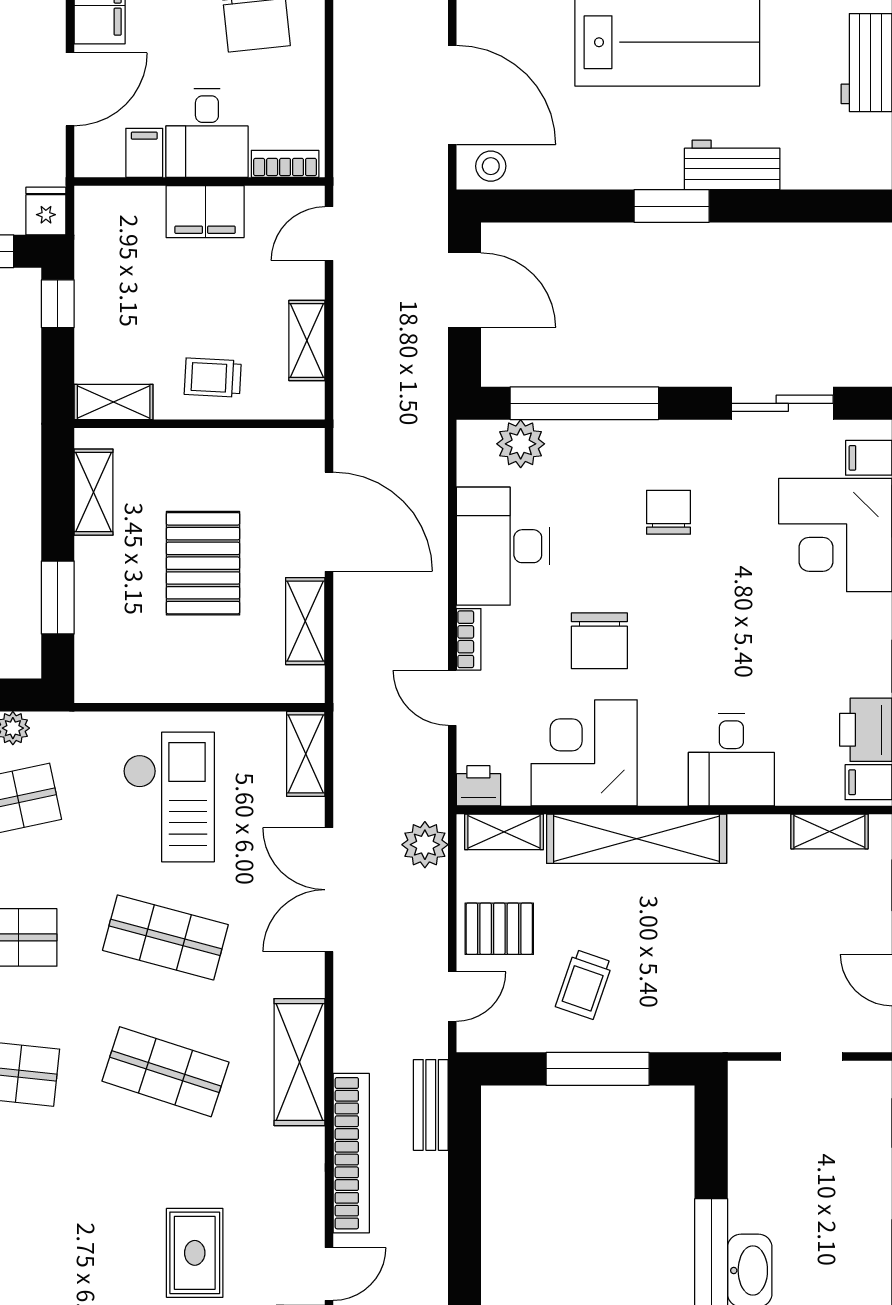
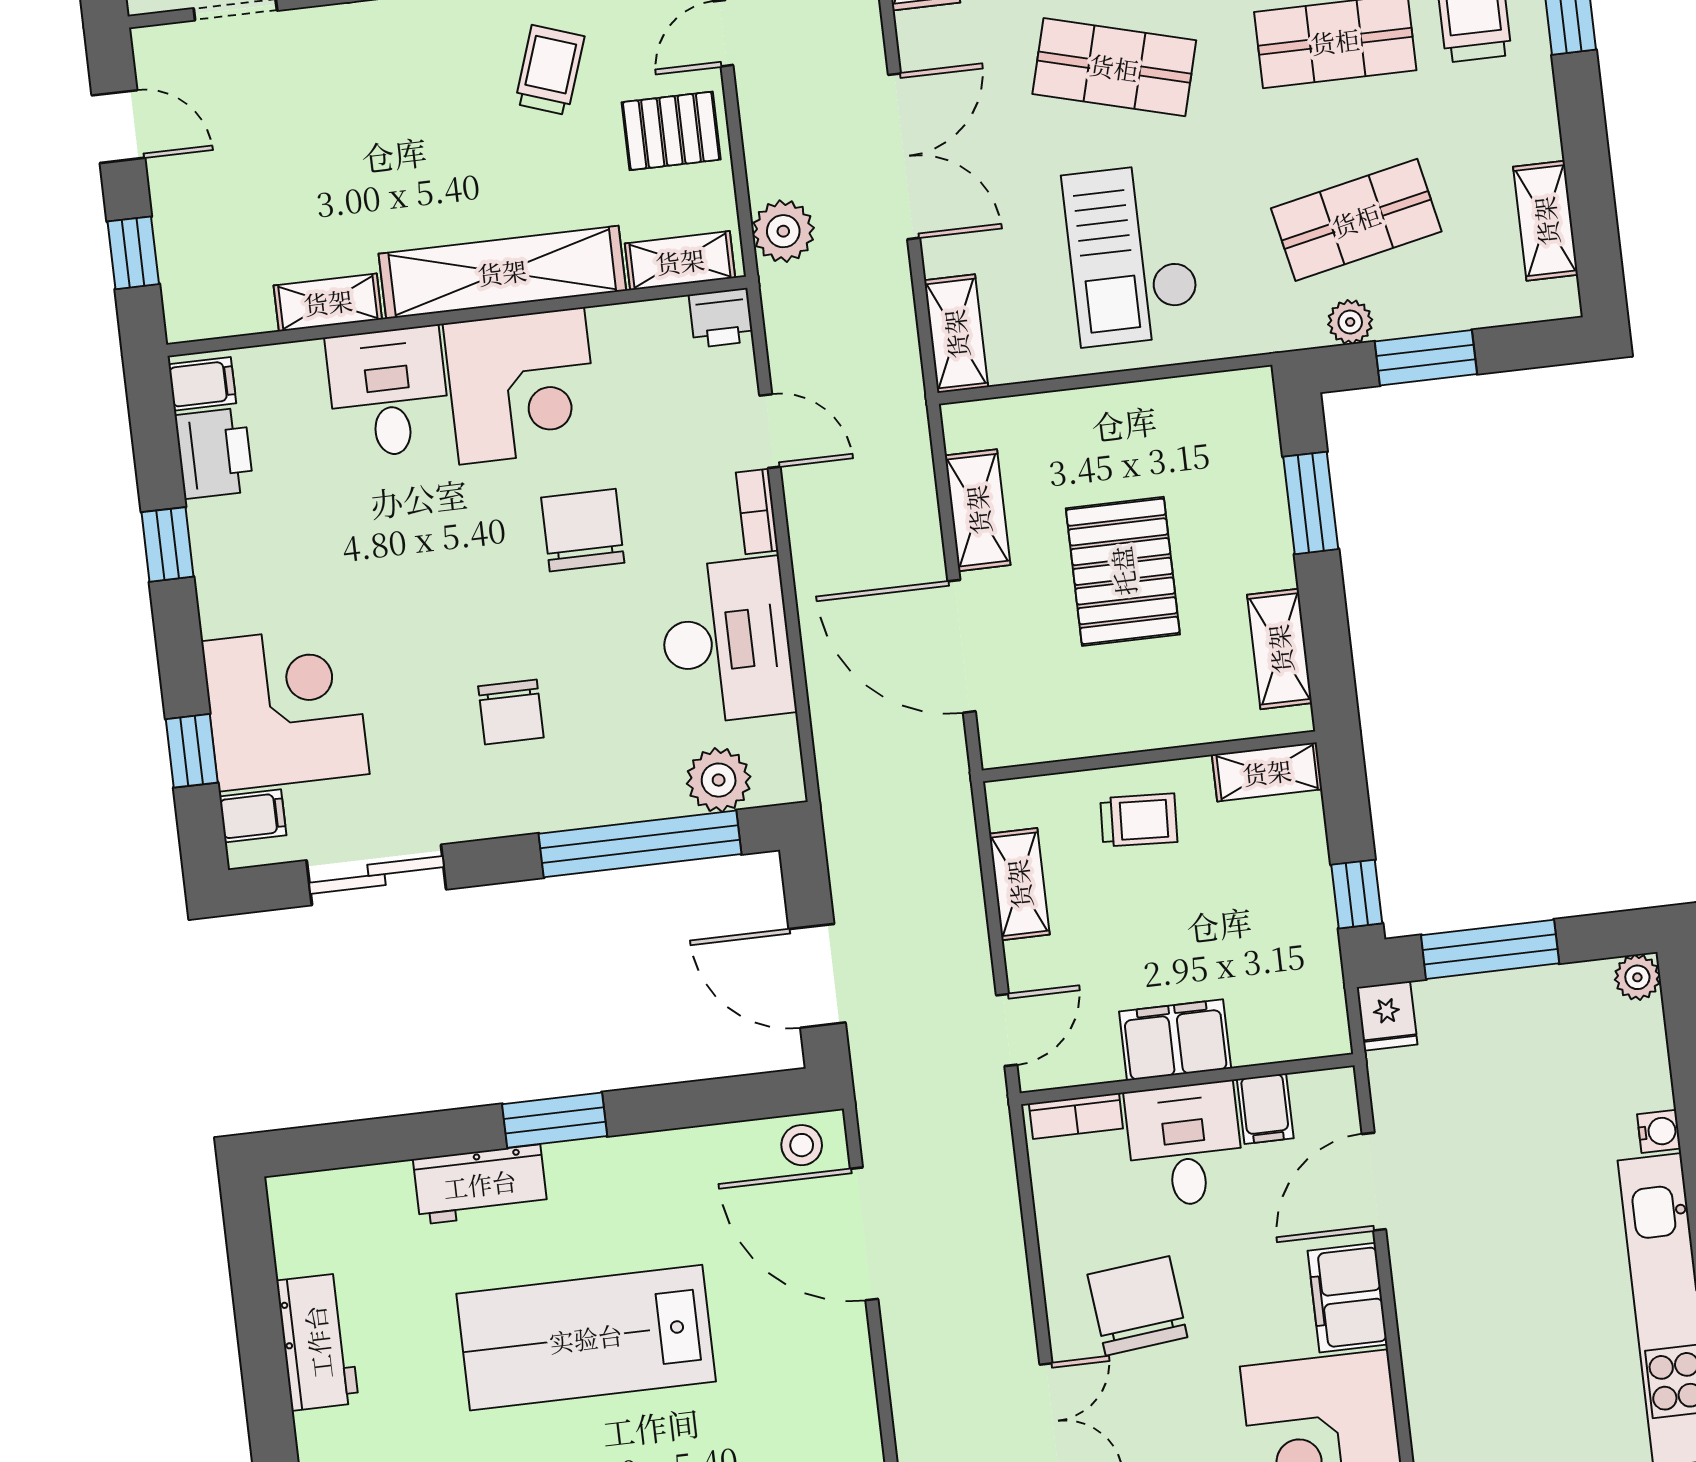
corner desk: (584, 753) -> (522, 386), moved
shelving: (829, 832) -> (328, 302), moved

